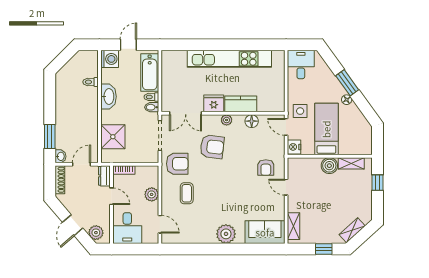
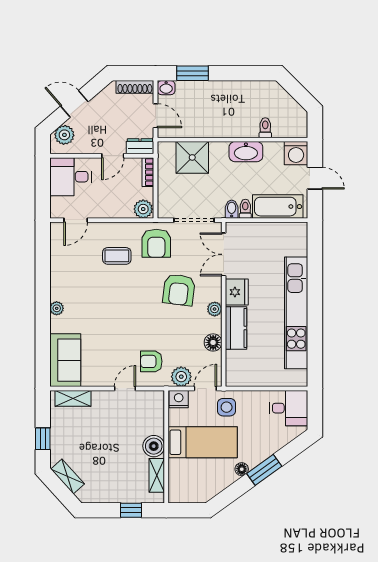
plant: (277, 145) -> (181, 377), added
plant: (152, 194) -> (143, 209), moved
plant: (226, 234) -> (57, 308), width x0.53, depth x0.53

